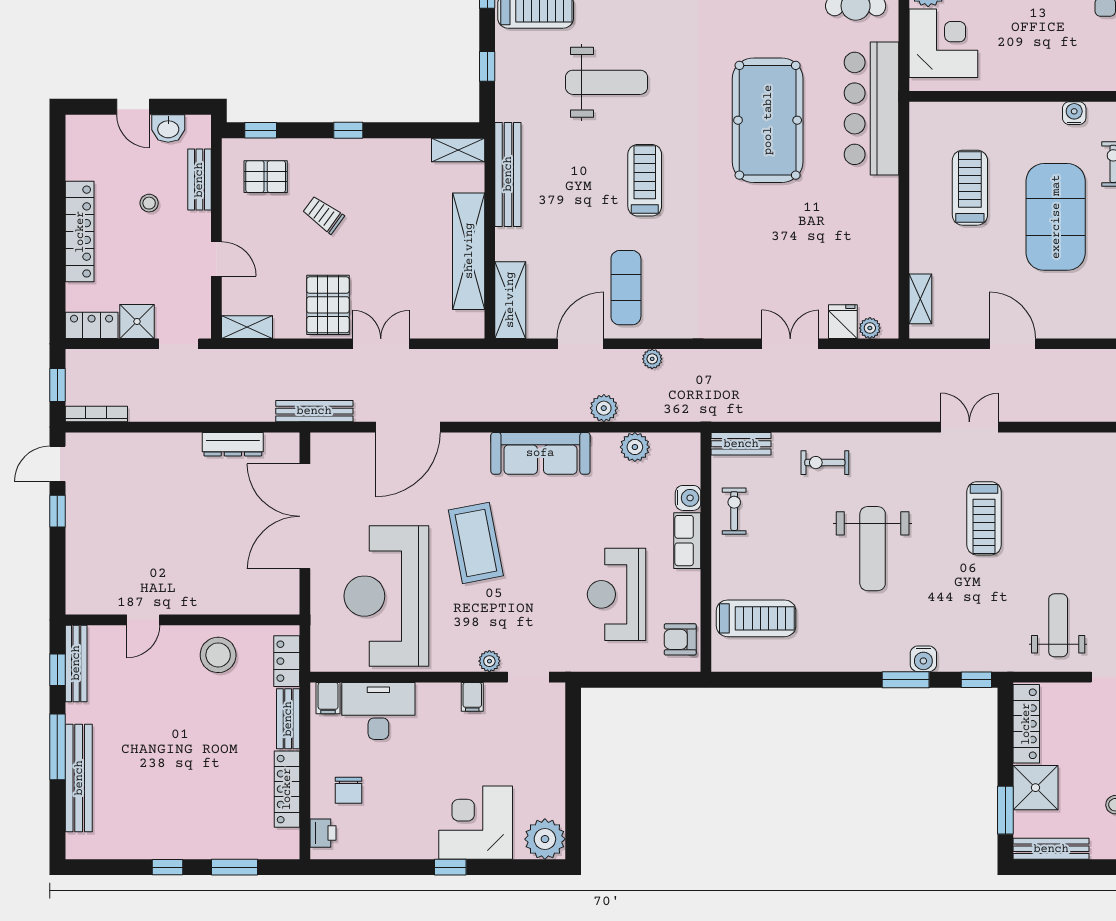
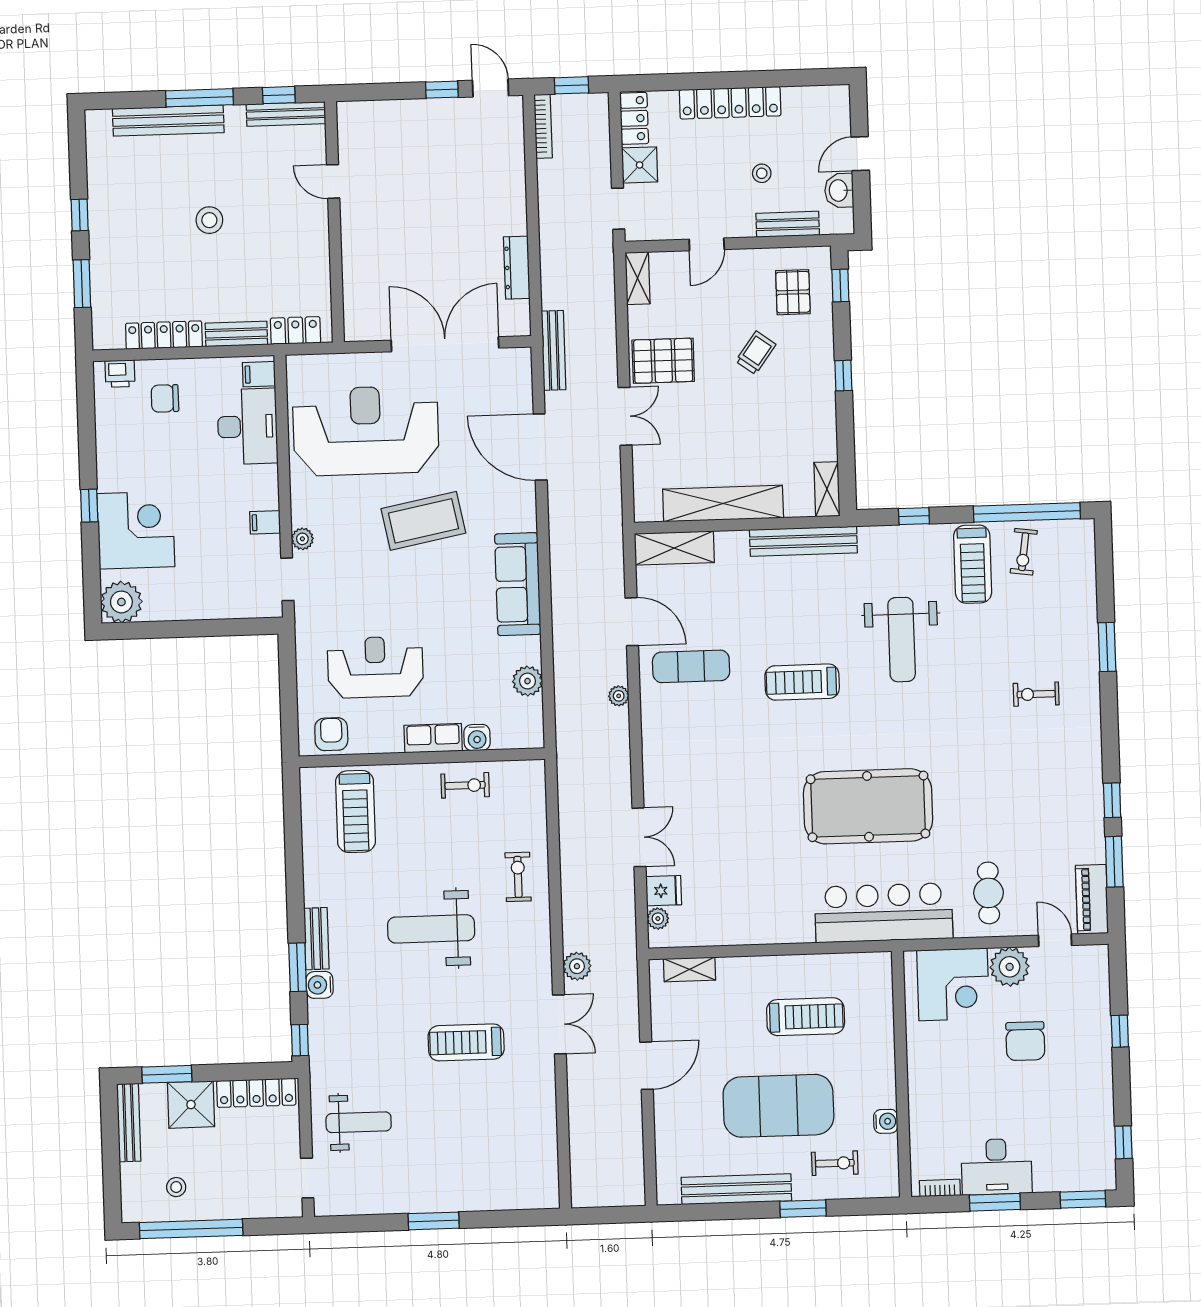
treadmill: (645, 180) -> (802, 682), turned 180
plant: (604, 408) -> (577, 966), moved
bench: (741, 444) -> (316, 939), moved
stool: (218, 655) -> (209, 220), moved, width x0.73, depth x0.73

